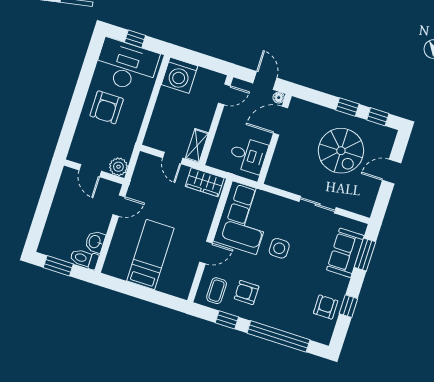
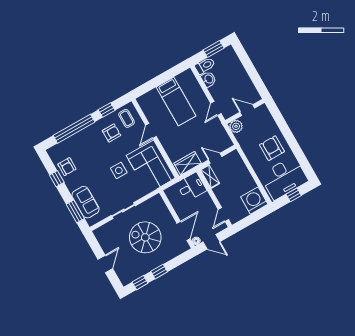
spiral stairs: (341, 151) -> (145, 237), moved
desk: (248, 155) -> (191, 187), moved, turned 180

